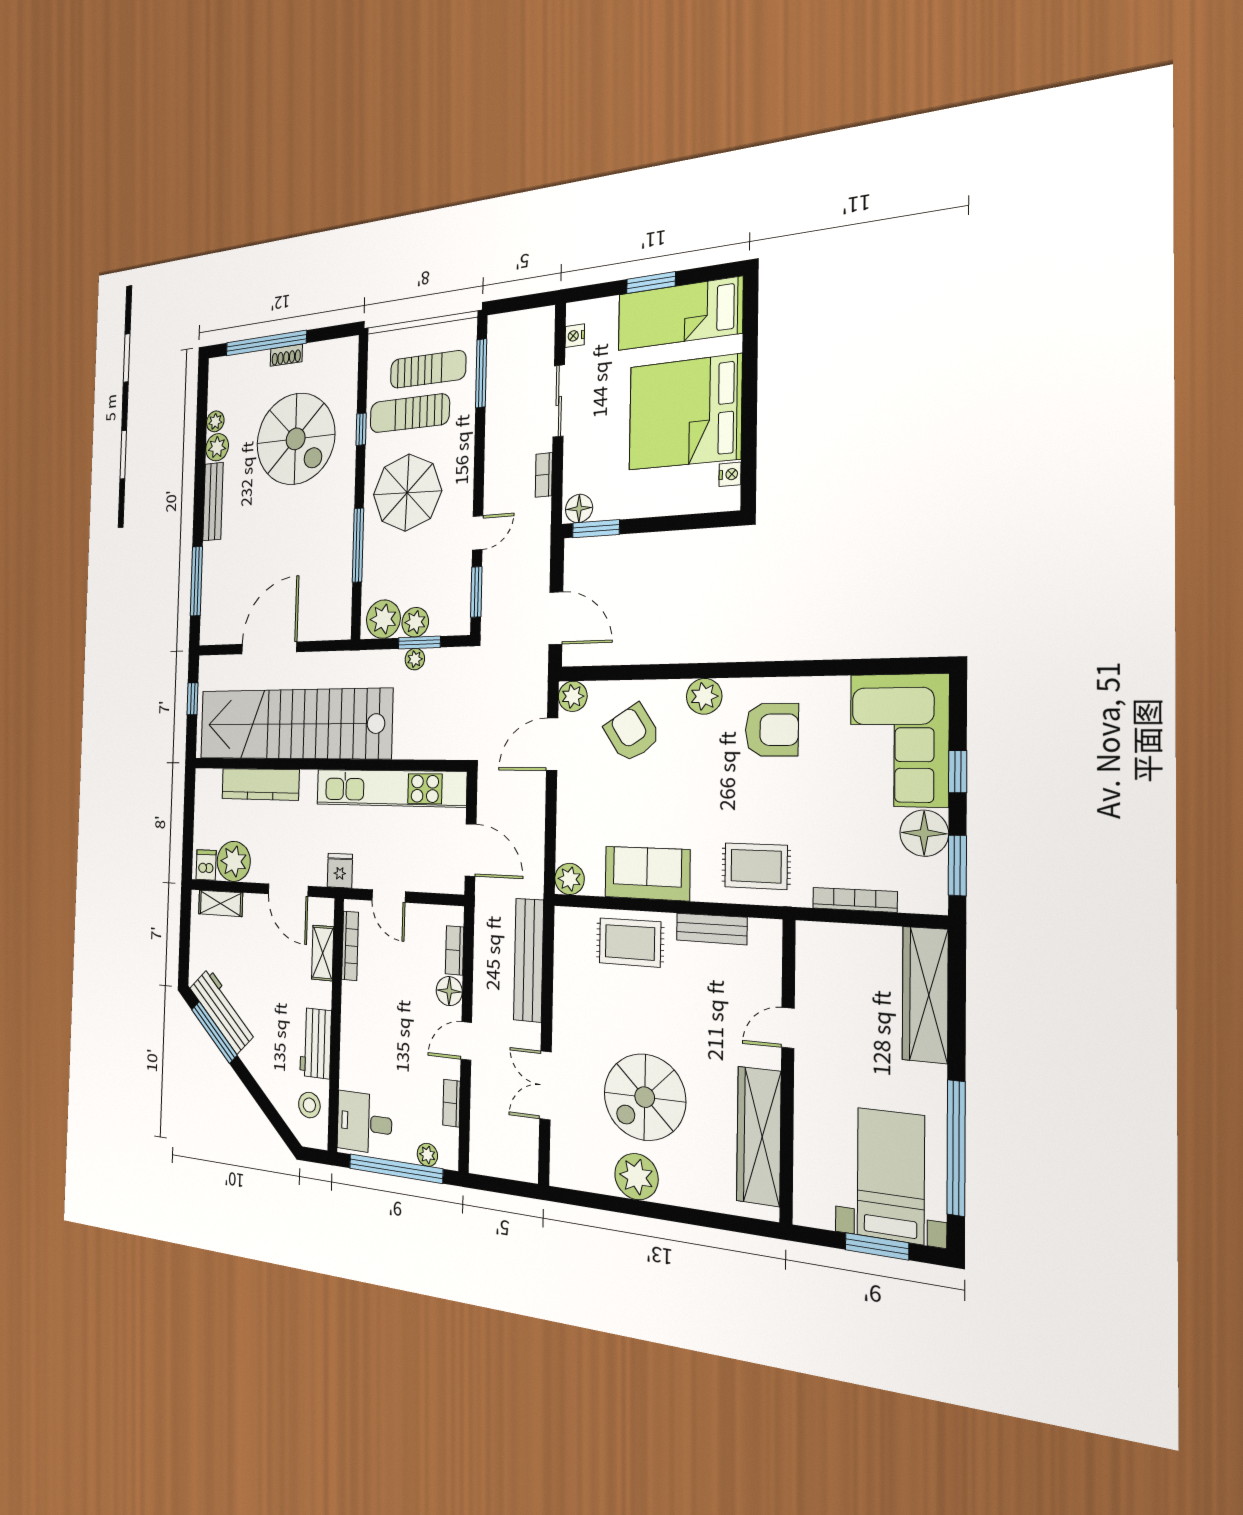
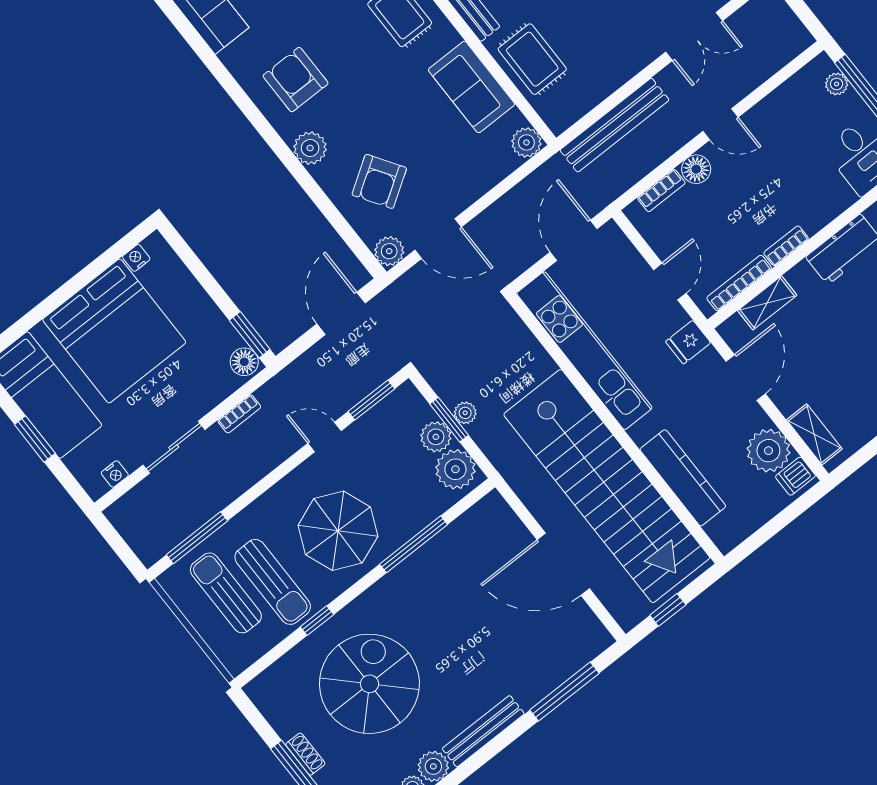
bookcase: (452, 1103) -> (786, 246), moved, turned 180

